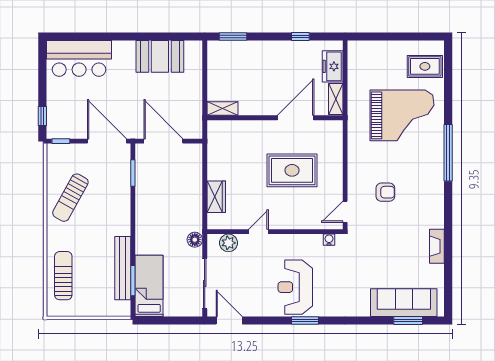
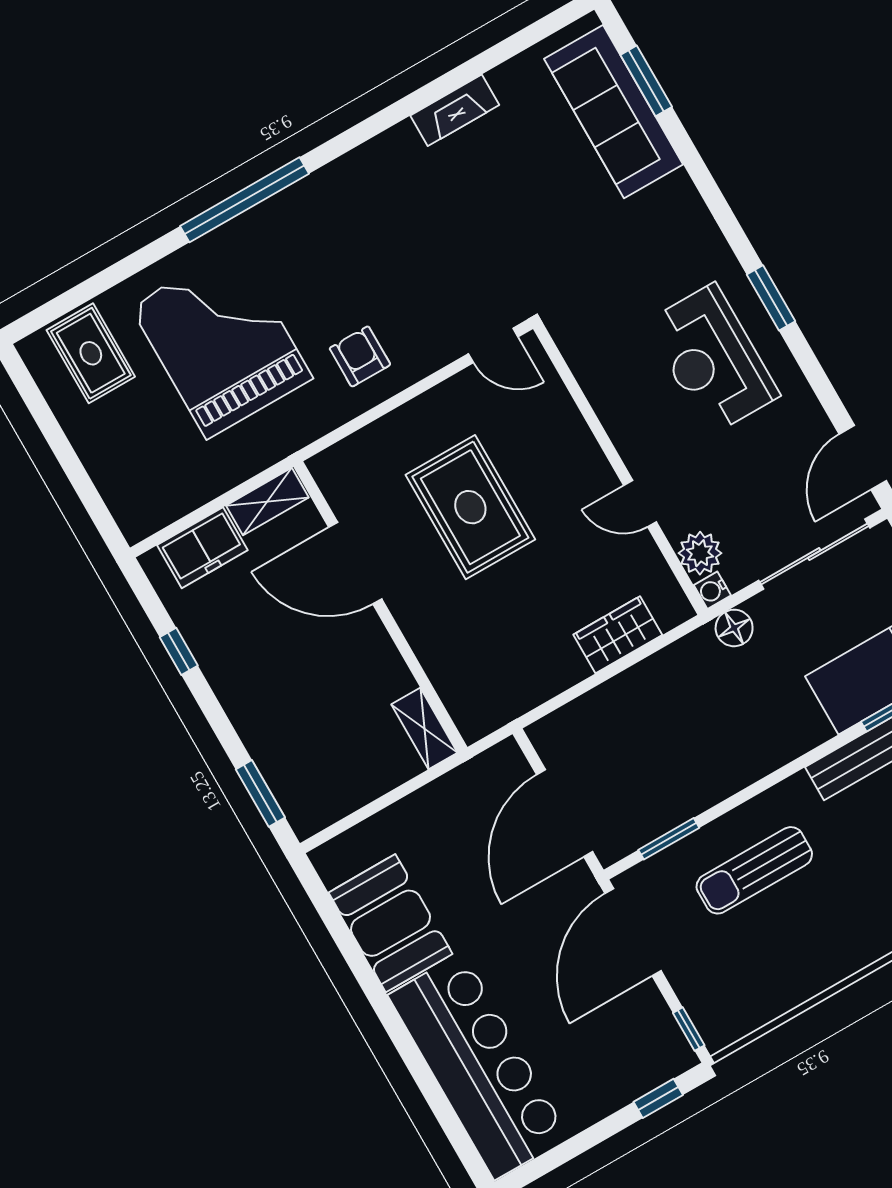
bar counter: (79, 58) -> (478, 1066), width x1.36
armchair: (385, 192) -> (360, 356), moved
sun lounger: (70, 198) -> (754, 870), moved, turned 151
water cooler: (329, 240) -> (712, 590), moved
reception desk: (295, 287) -> (712, 359), turned 90

